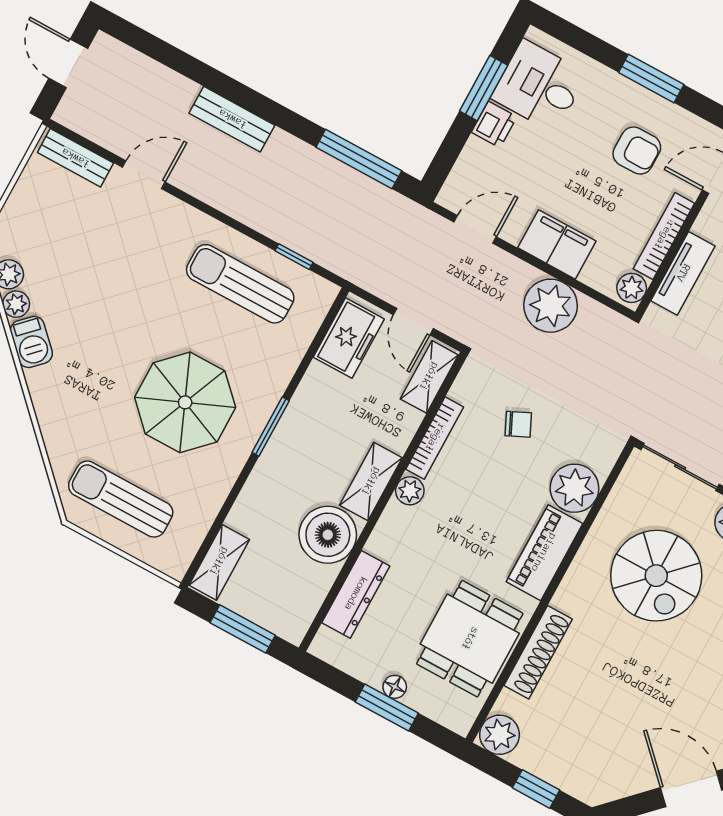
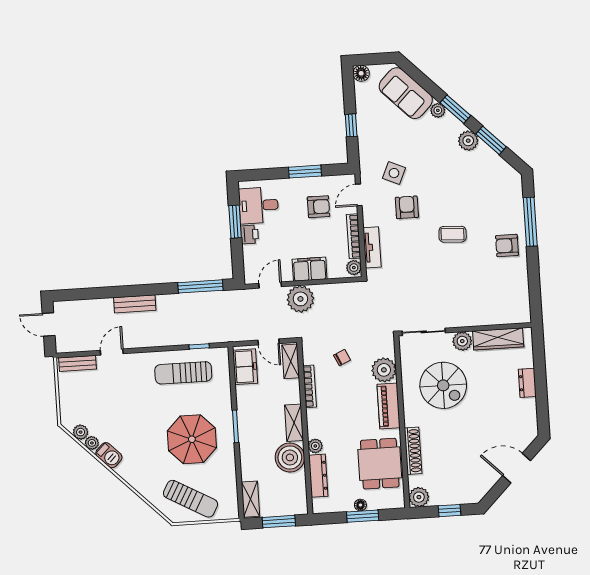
plant: (551, 306) -> (300, 299), moved
plant: (410, 491) -> (315, 446), moved
sun lounger: (121, 499) -> (190, 499), turned -151

